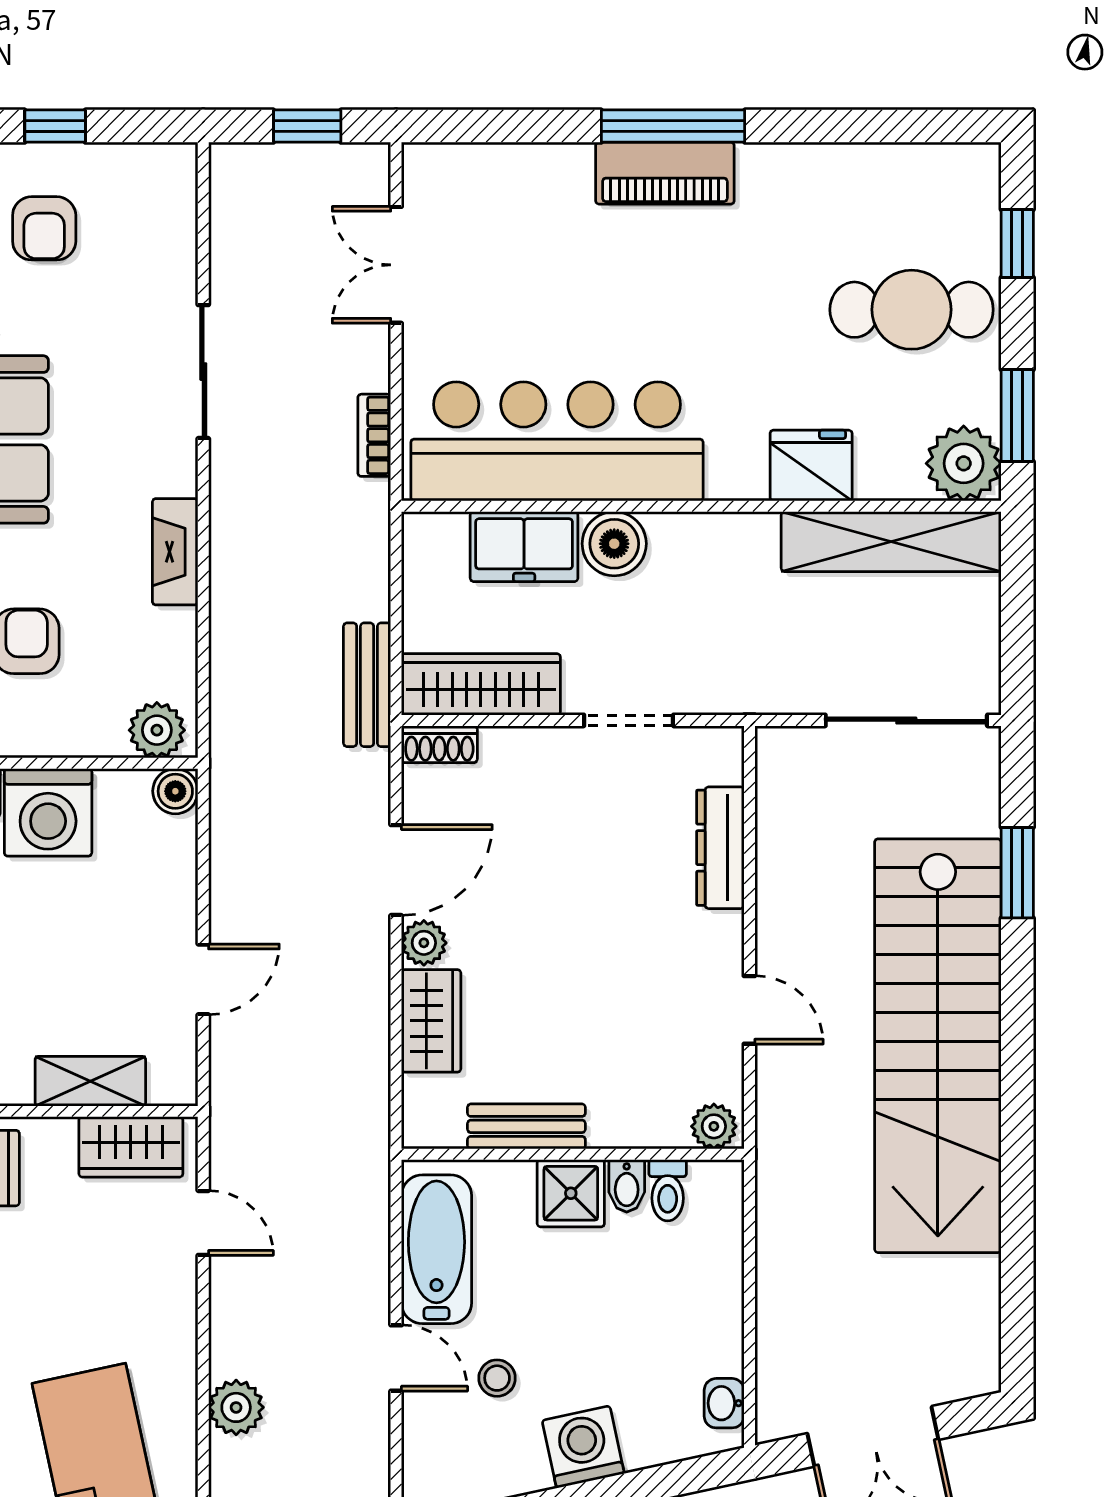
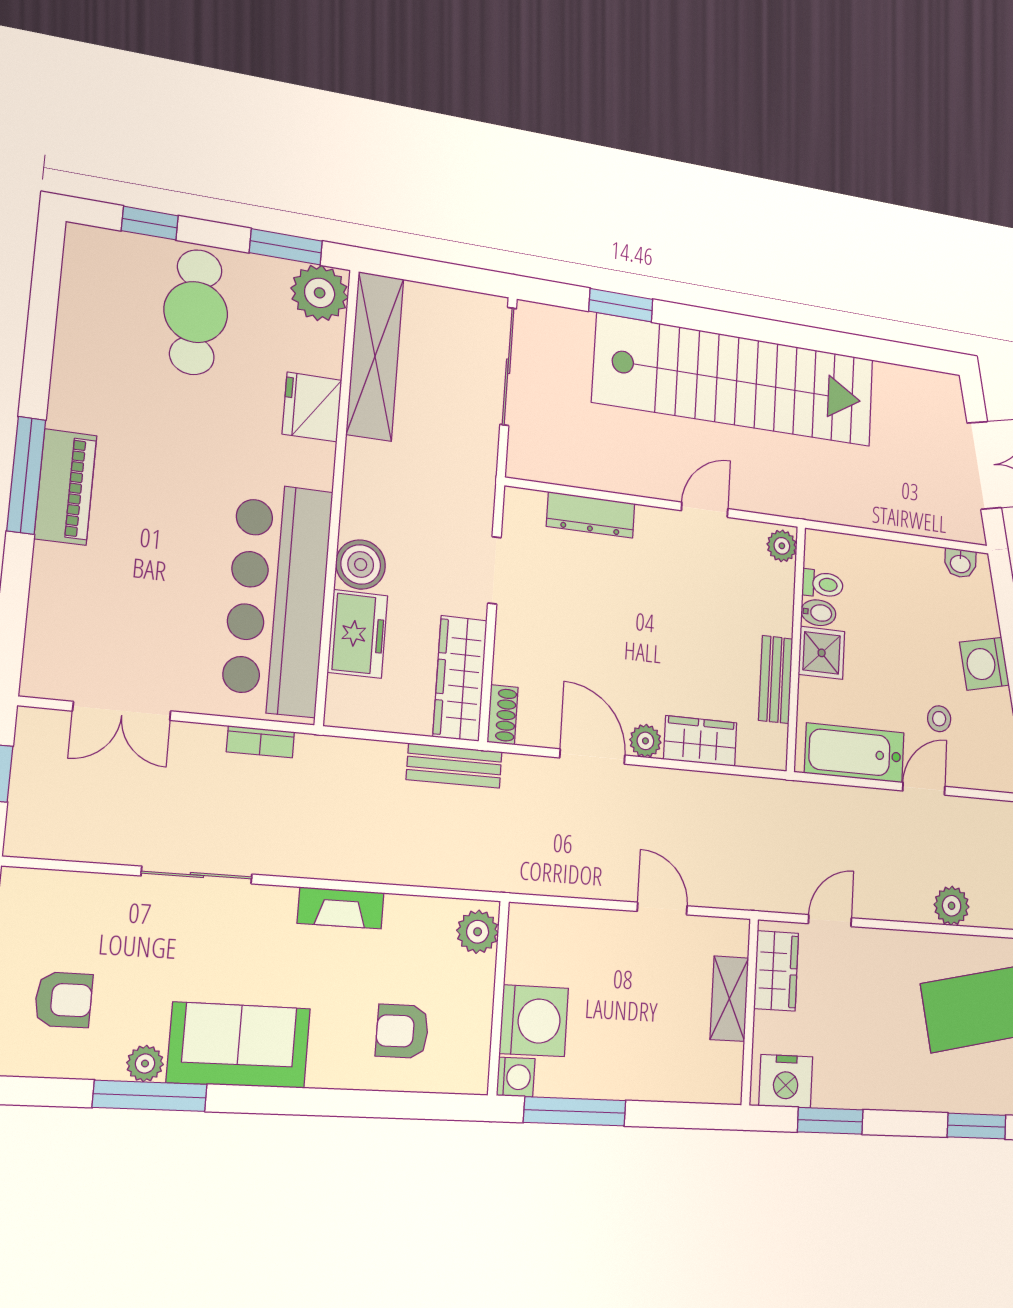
boiler: (175, 791) -> (524, 920), removed

